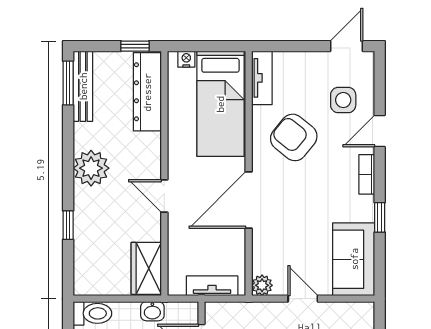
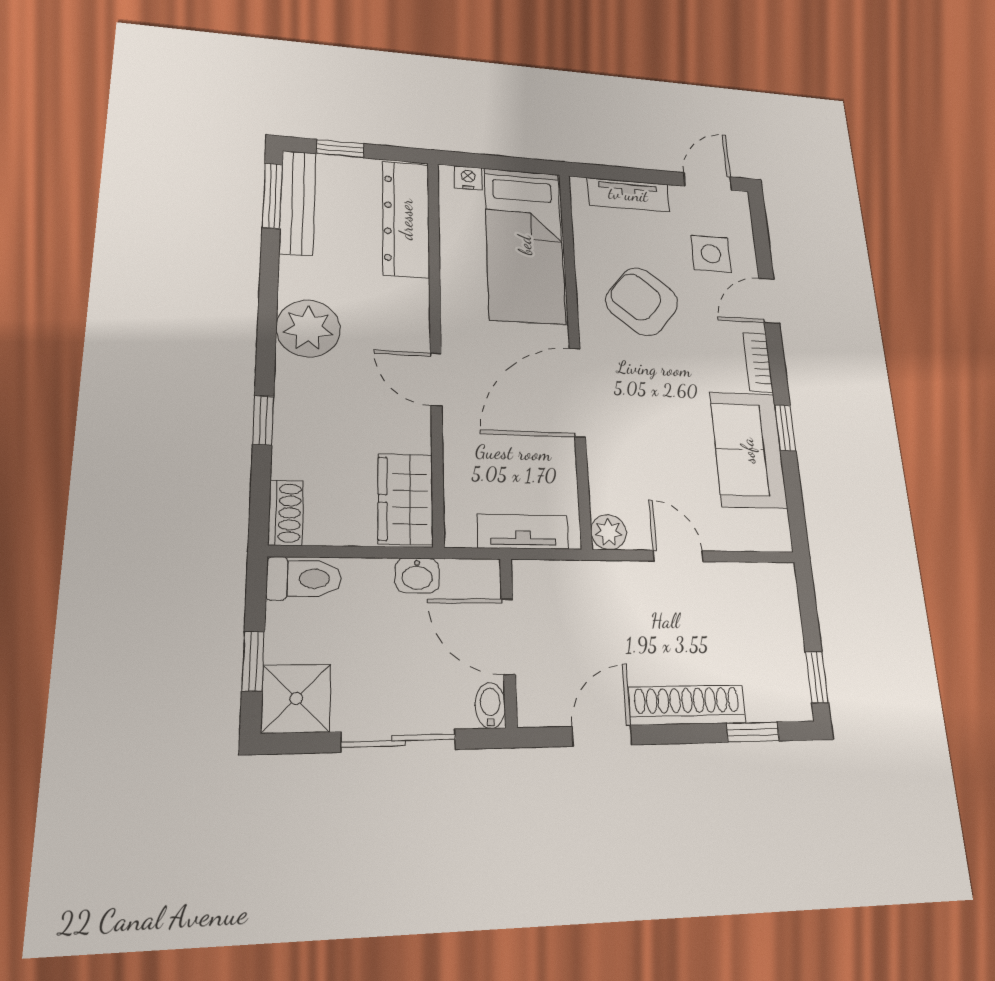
window: (135, 46) -> (340, 149), moved
tv unit: (262, 78) -> (628, 195), moved, turned 90
sofa: (354, 259) -> (748, 450), moved
shoe rack: (82, 278) -> (286, 513), added

